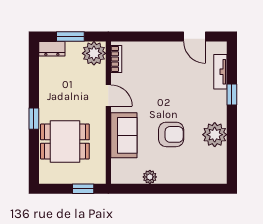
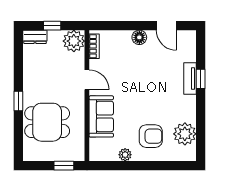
window: (70, 36) -> (52, 26), width x0.67
floor lamp: (165, 49) -> (139, 37), added
tv unit: (220, 72) -> (190, 78), moved
armchair: (171, 134) -> (151, 136), moved
plant: (215, 135) -> (185, 134), moved

